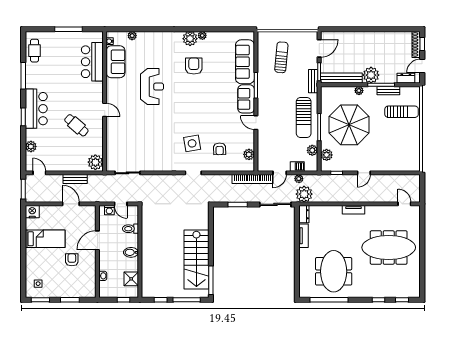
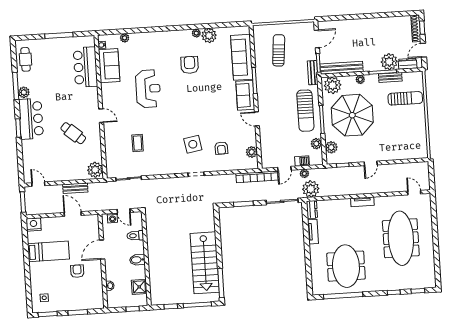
plant: (190, 39) -> (209, 36), moved
plant: (371, 75) -> (389, 62), moved
plant: (332, 95) -> (333, 85), added
coffee table: (138, 139) -> (138, 143), added
plant: (31, 146) -> (24, 92), moved
meeting table: (389, 247) -> (401, 238), turned 90

